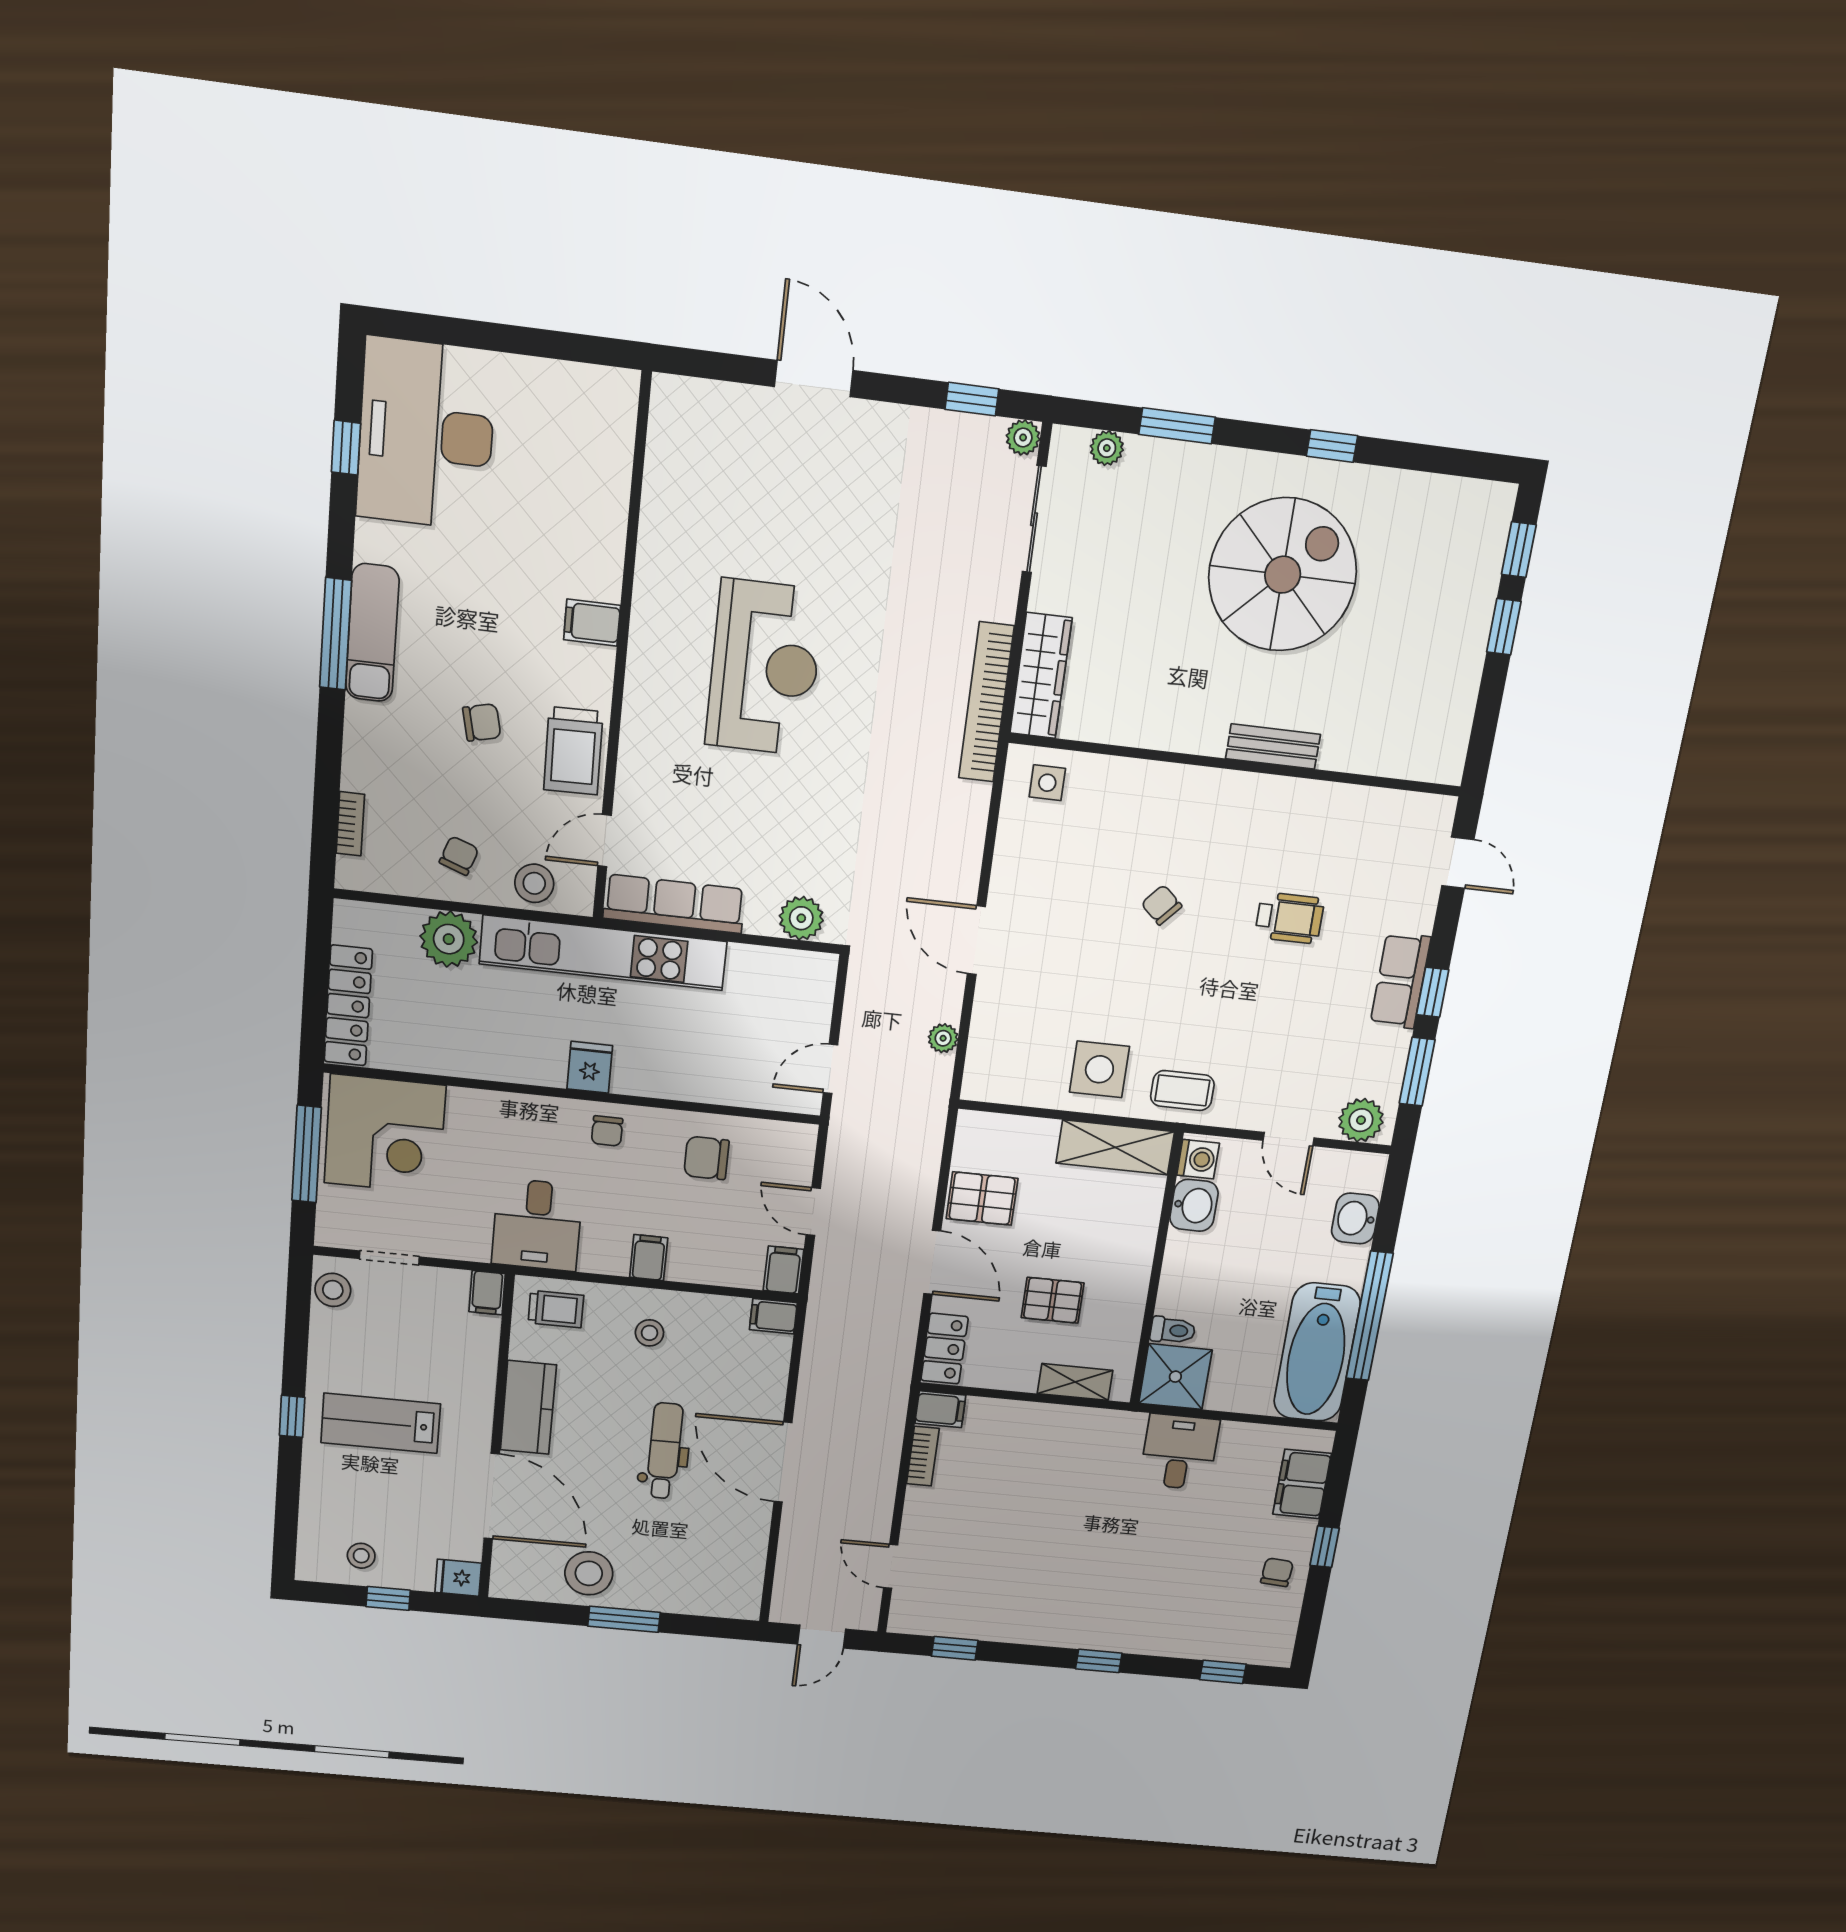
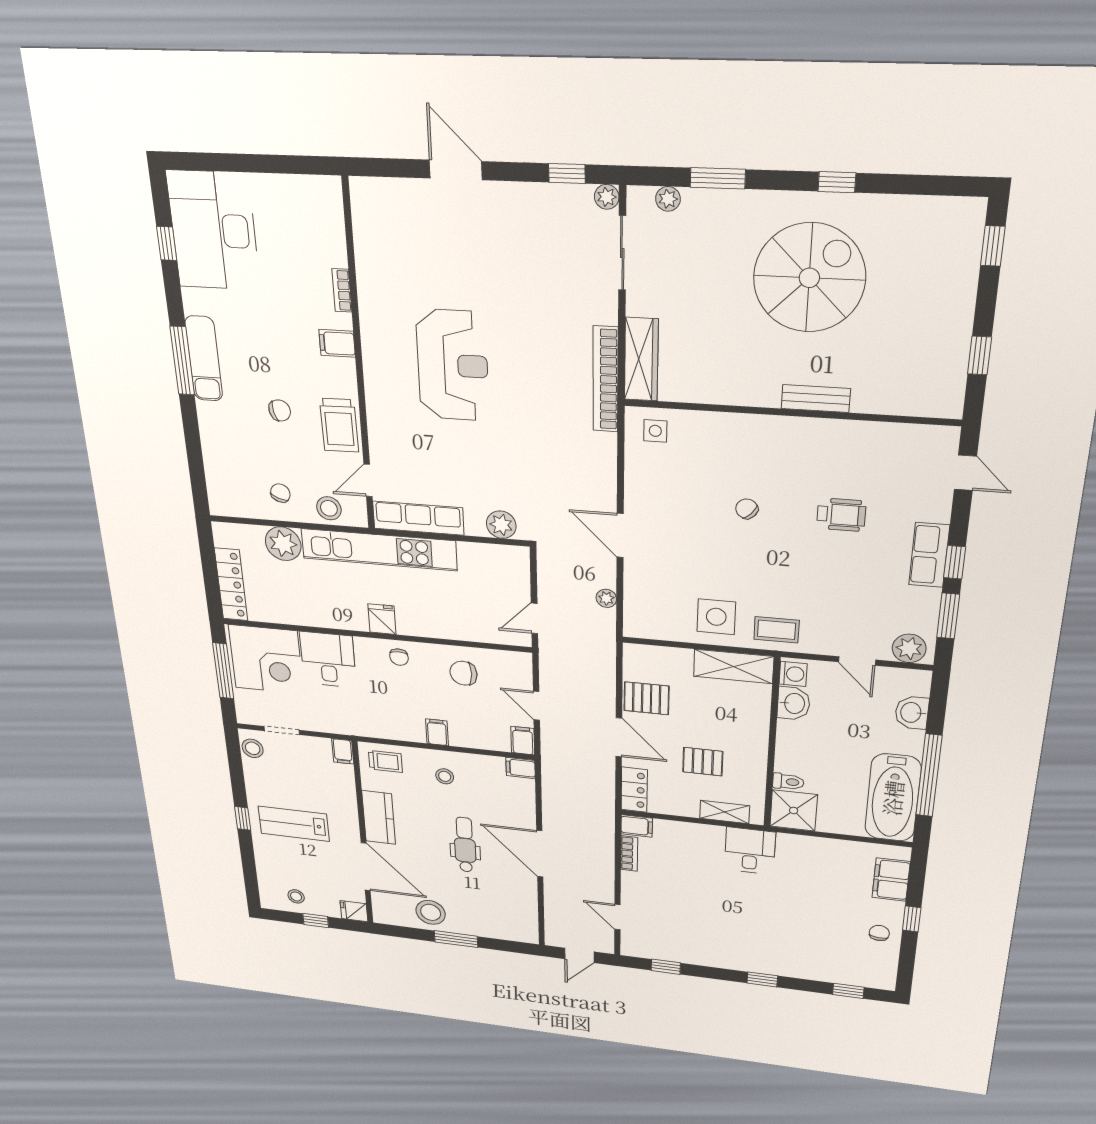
window: (1504, 627) -> (980, 355), moved
bookcase: (350, 824) -> (342, 290), moved, turned 180
desk: (537, 1225) -> (328, 660), moved, turned 180
desk: (1179, 1452) -> (750, 851), moved

